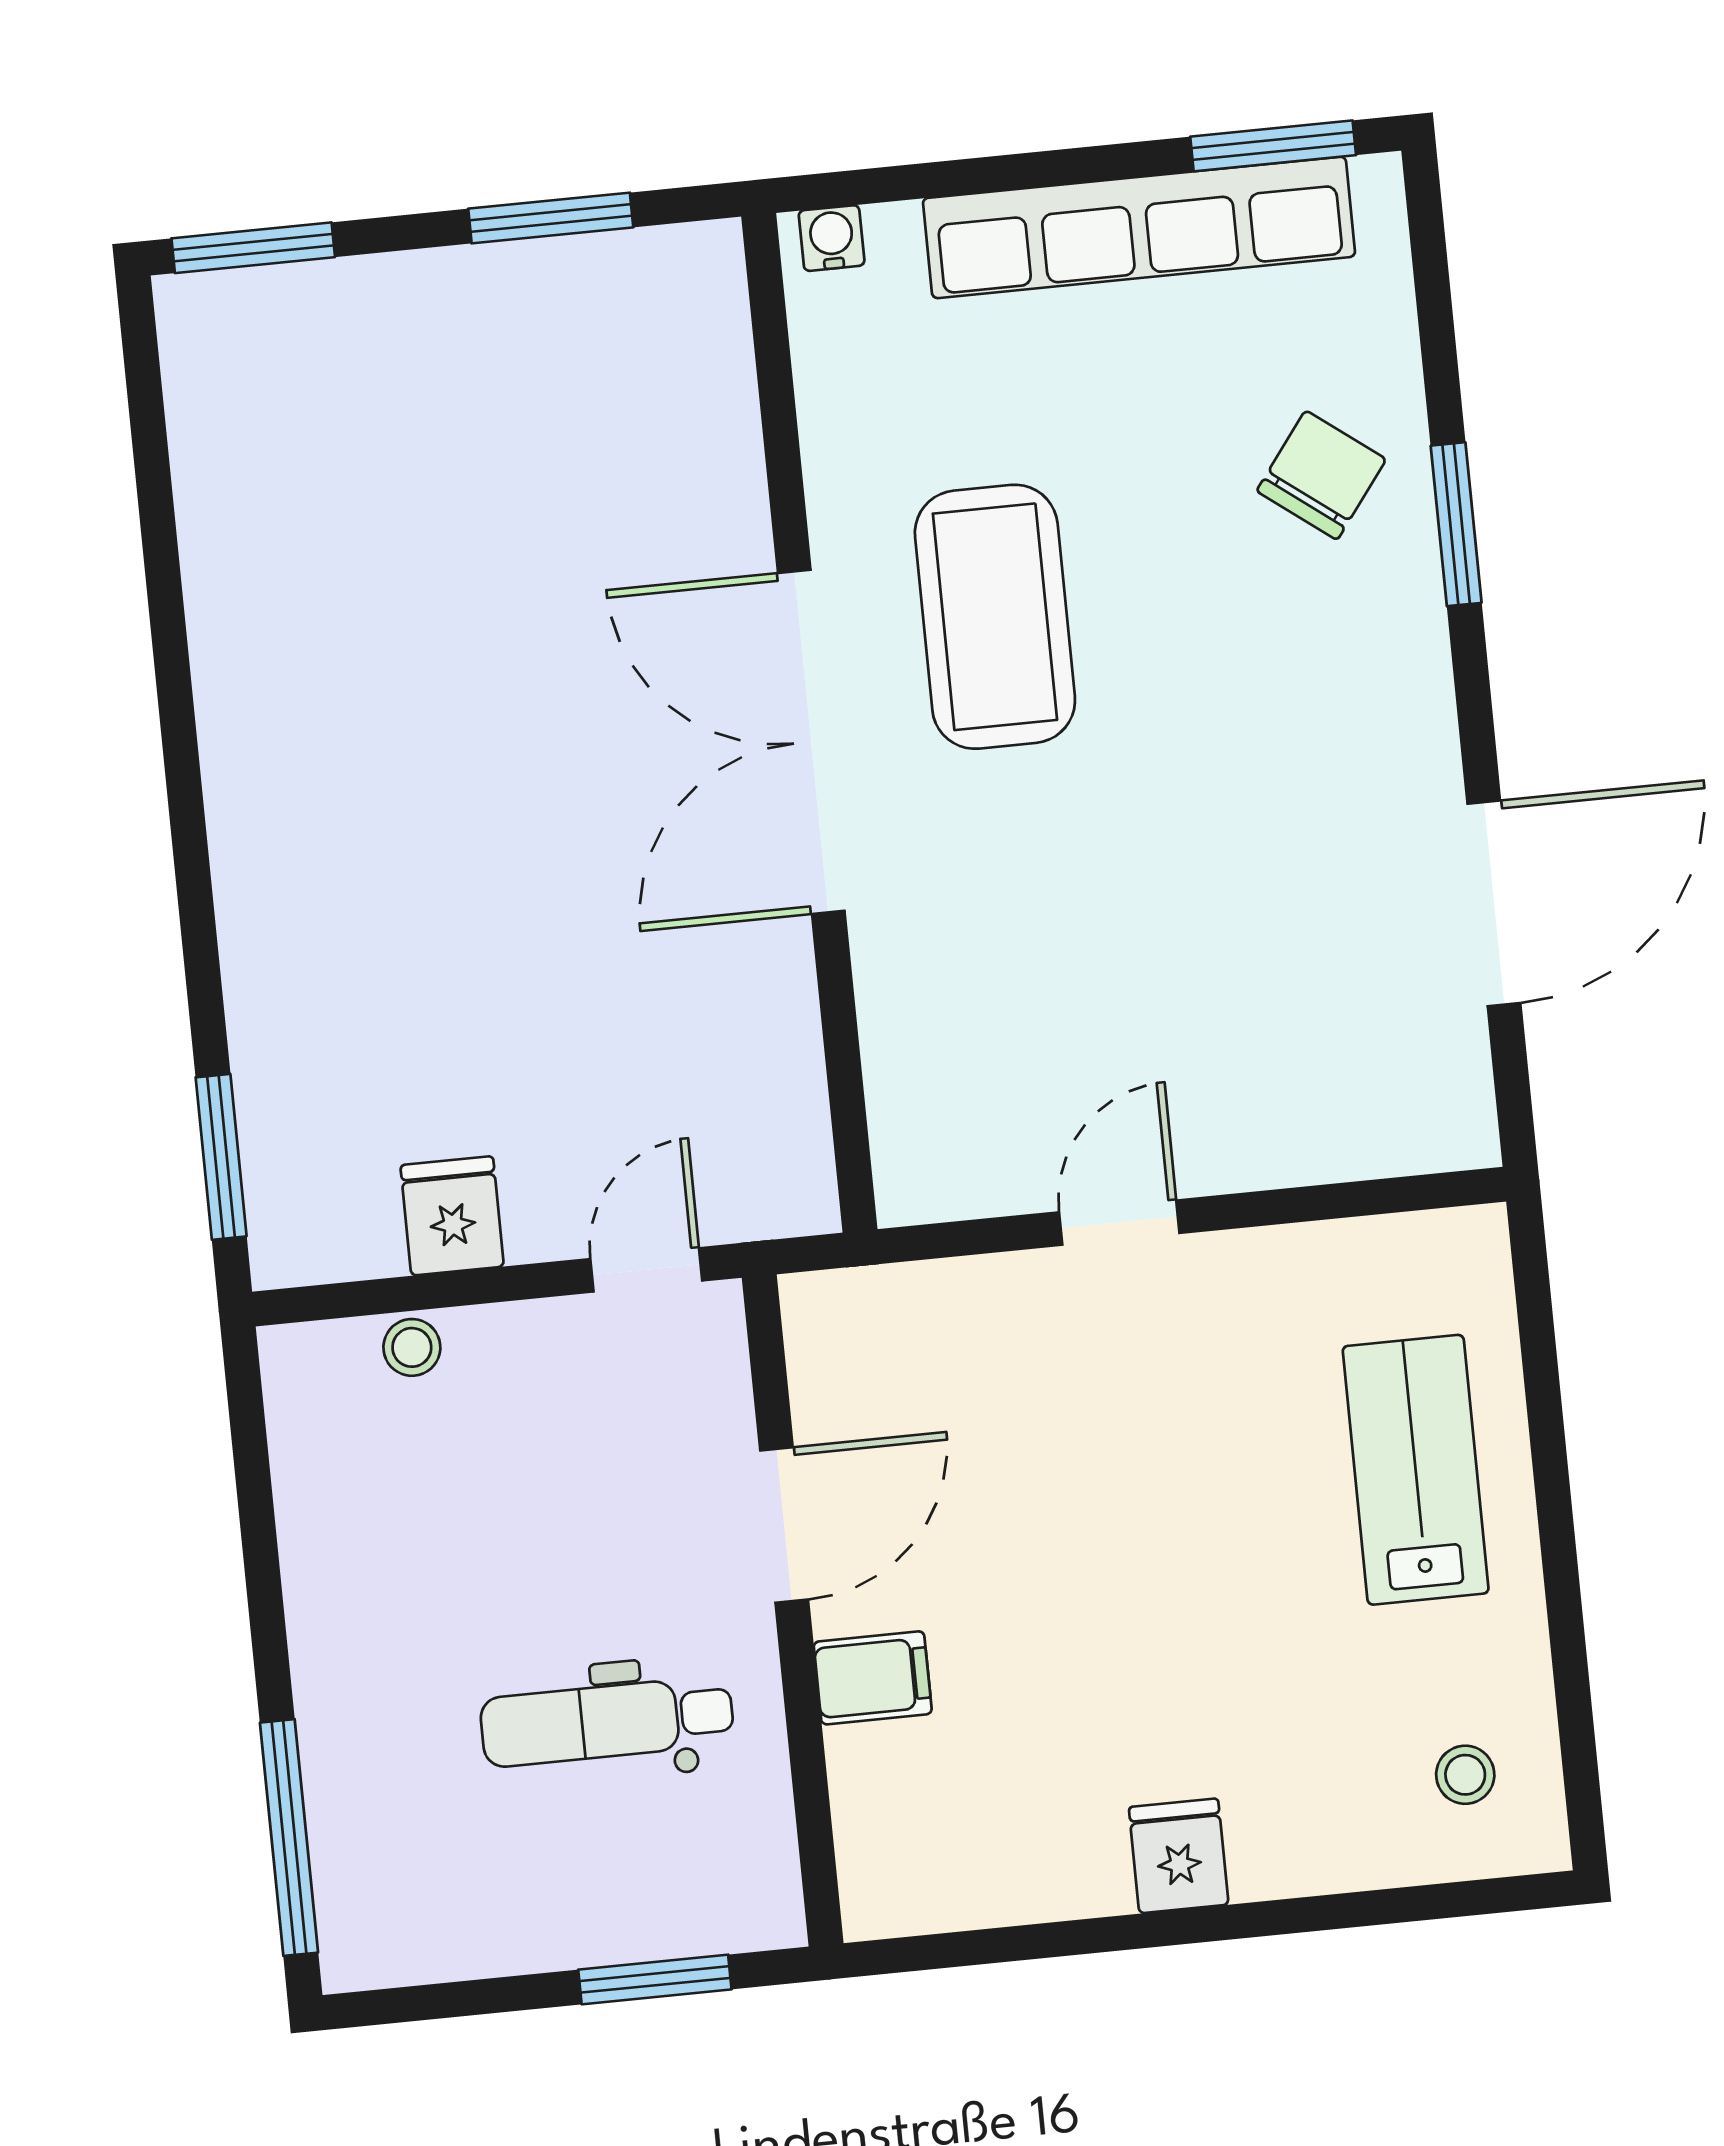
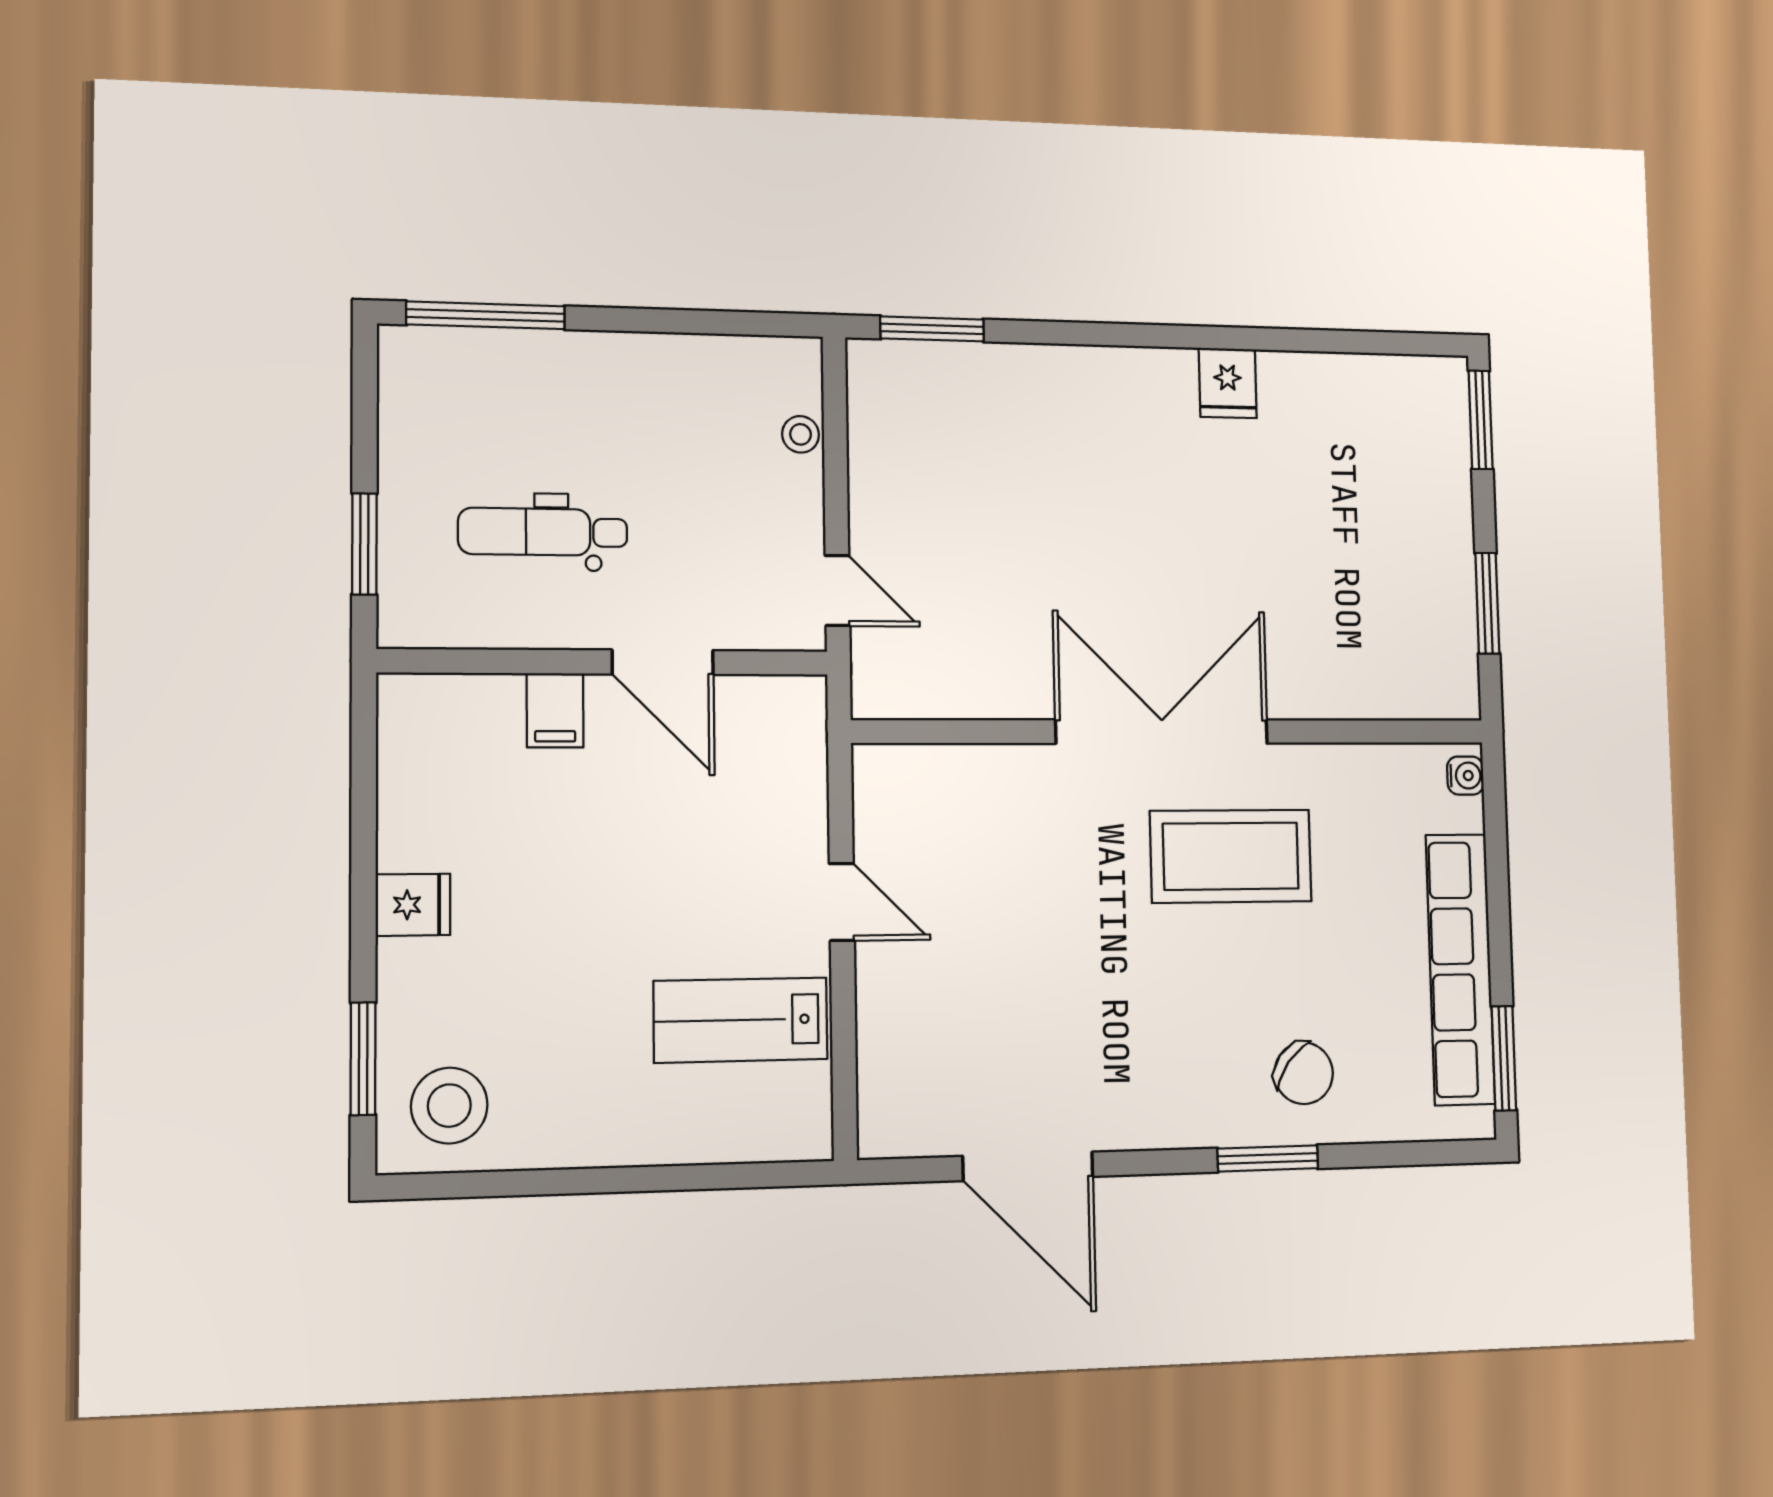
fridge: (452, 1216) -> (1228, 383), moved, turned 90
lab bench: (1416, 1470) -> (741, 1020), moved, turned 180
dental chair: (607, 1721) -> (543, 532), turned -90
stool: (1465, 1775) -> (449, 1106), width x1.89, depth x1.89
window: (1407, 1904) -> (363, 1059), added

